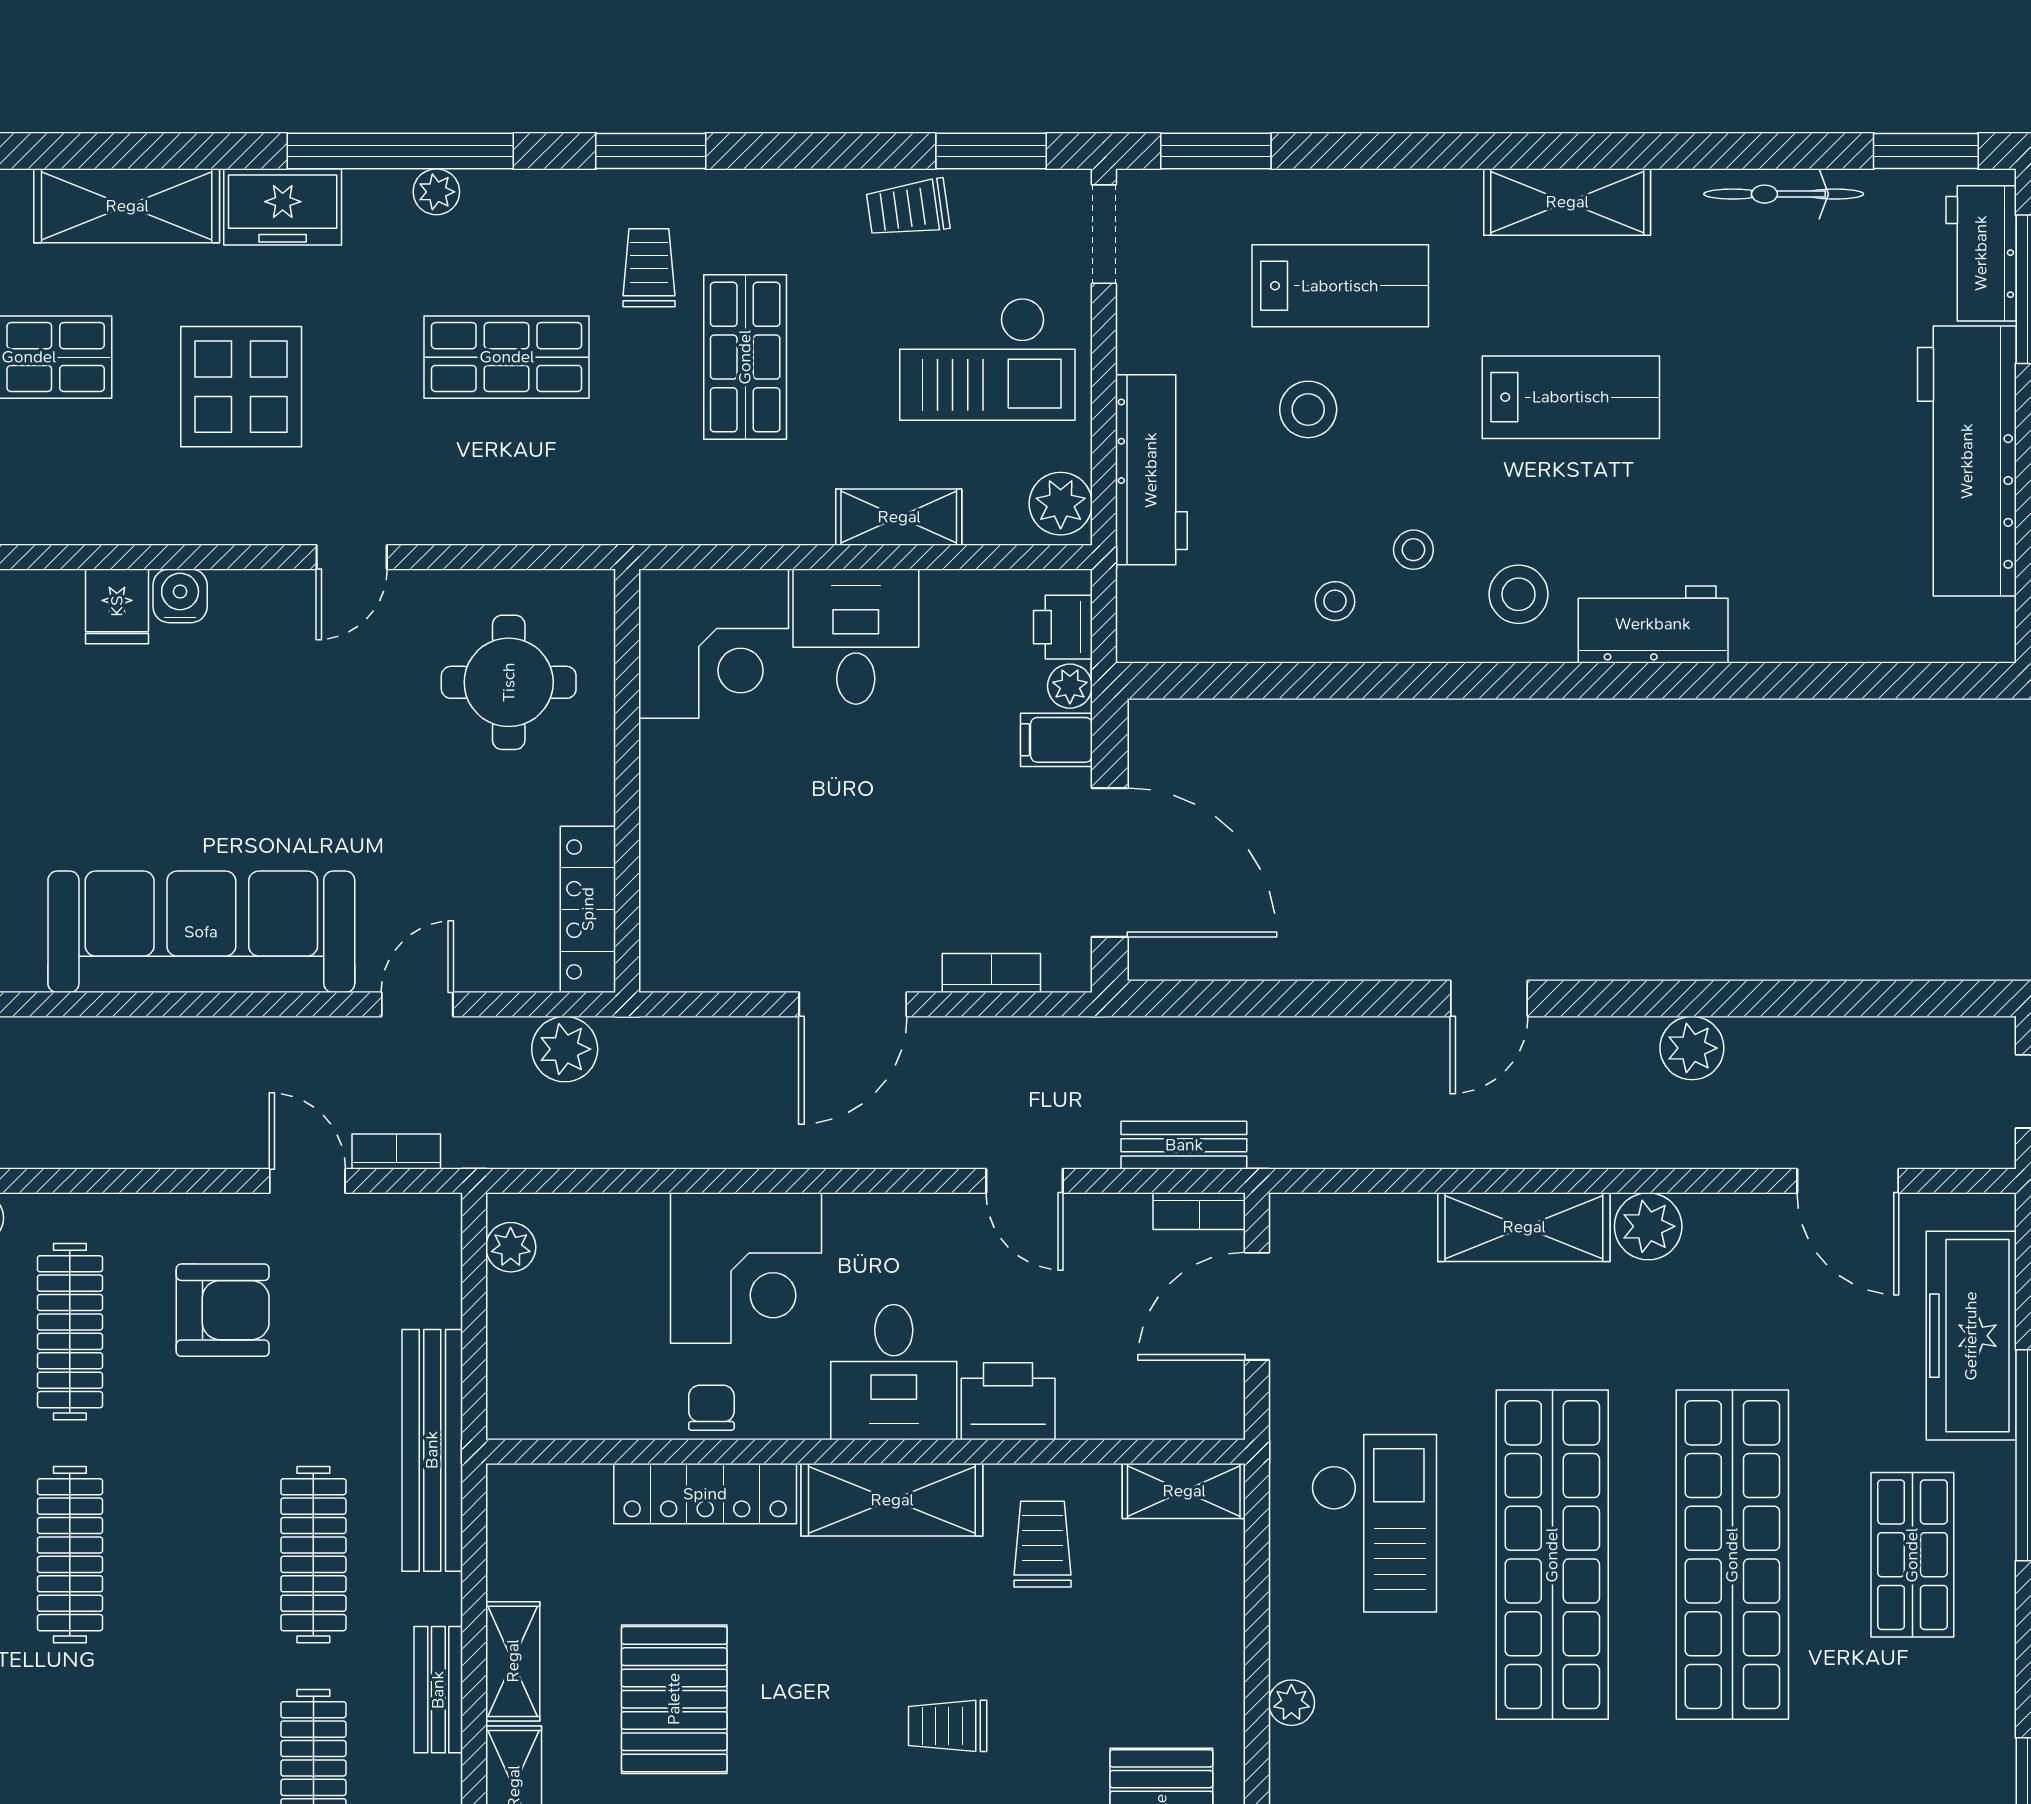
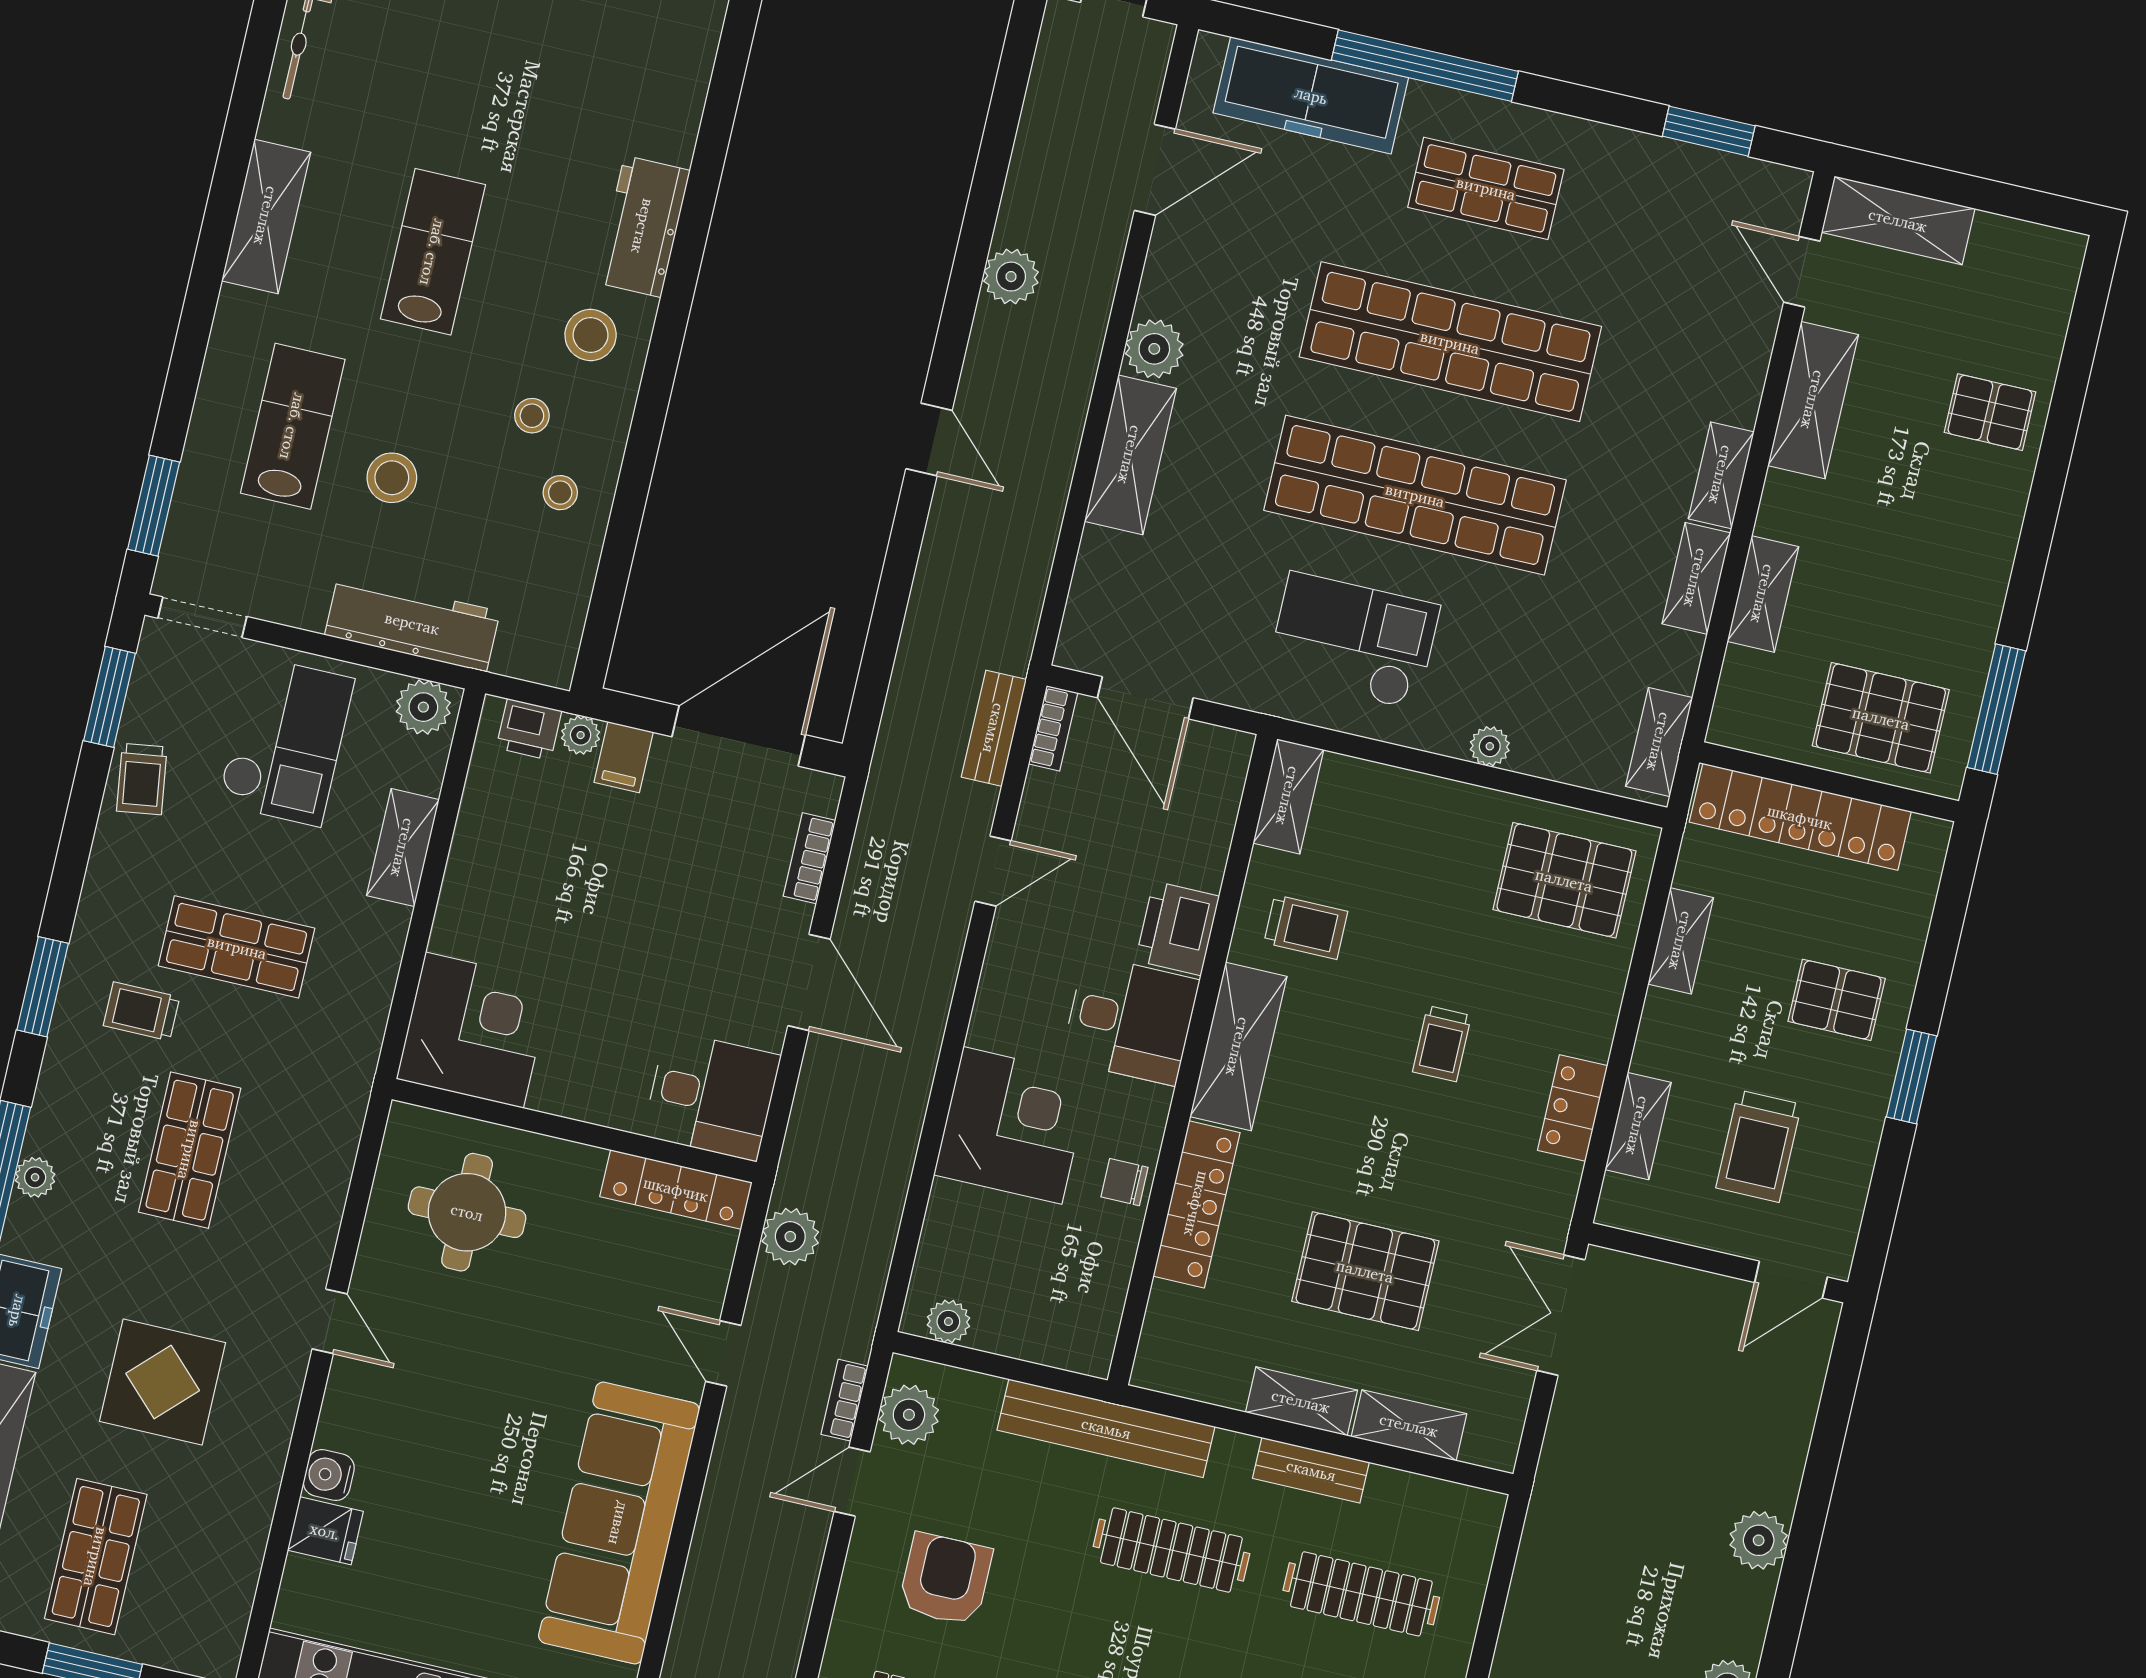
desk: (856, 637) -> (712, 1096), moved, turned 180
plant: (397, 1227) -> (909, 1415), added
trolley: (1043, 1544) -> (1306, 927), turned 180

